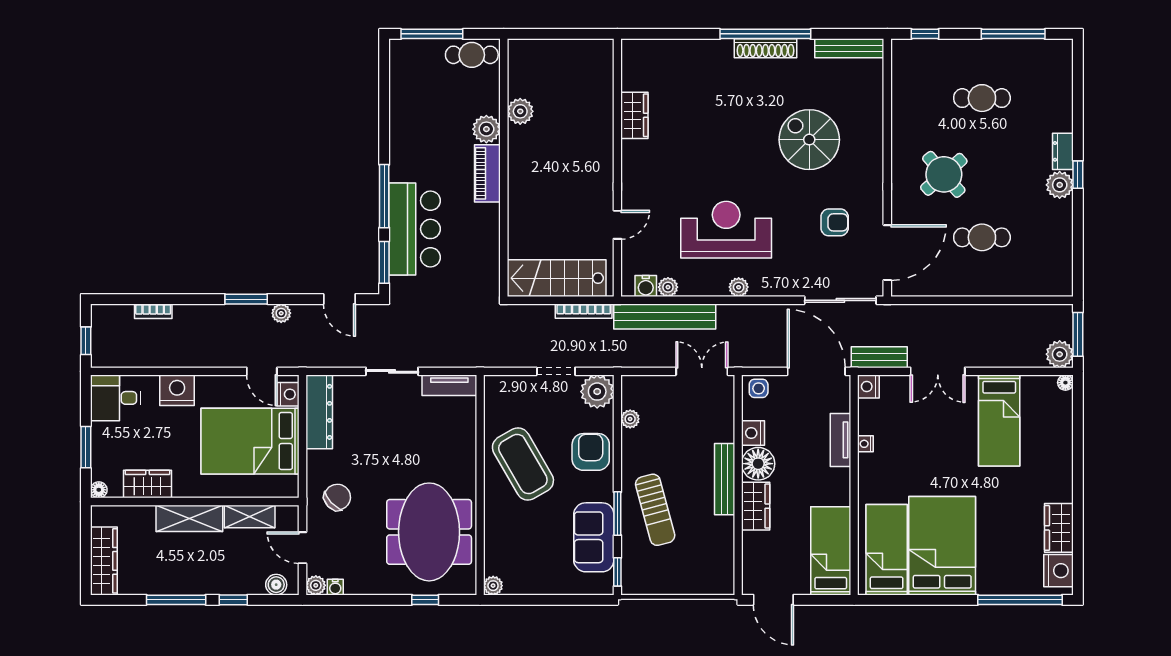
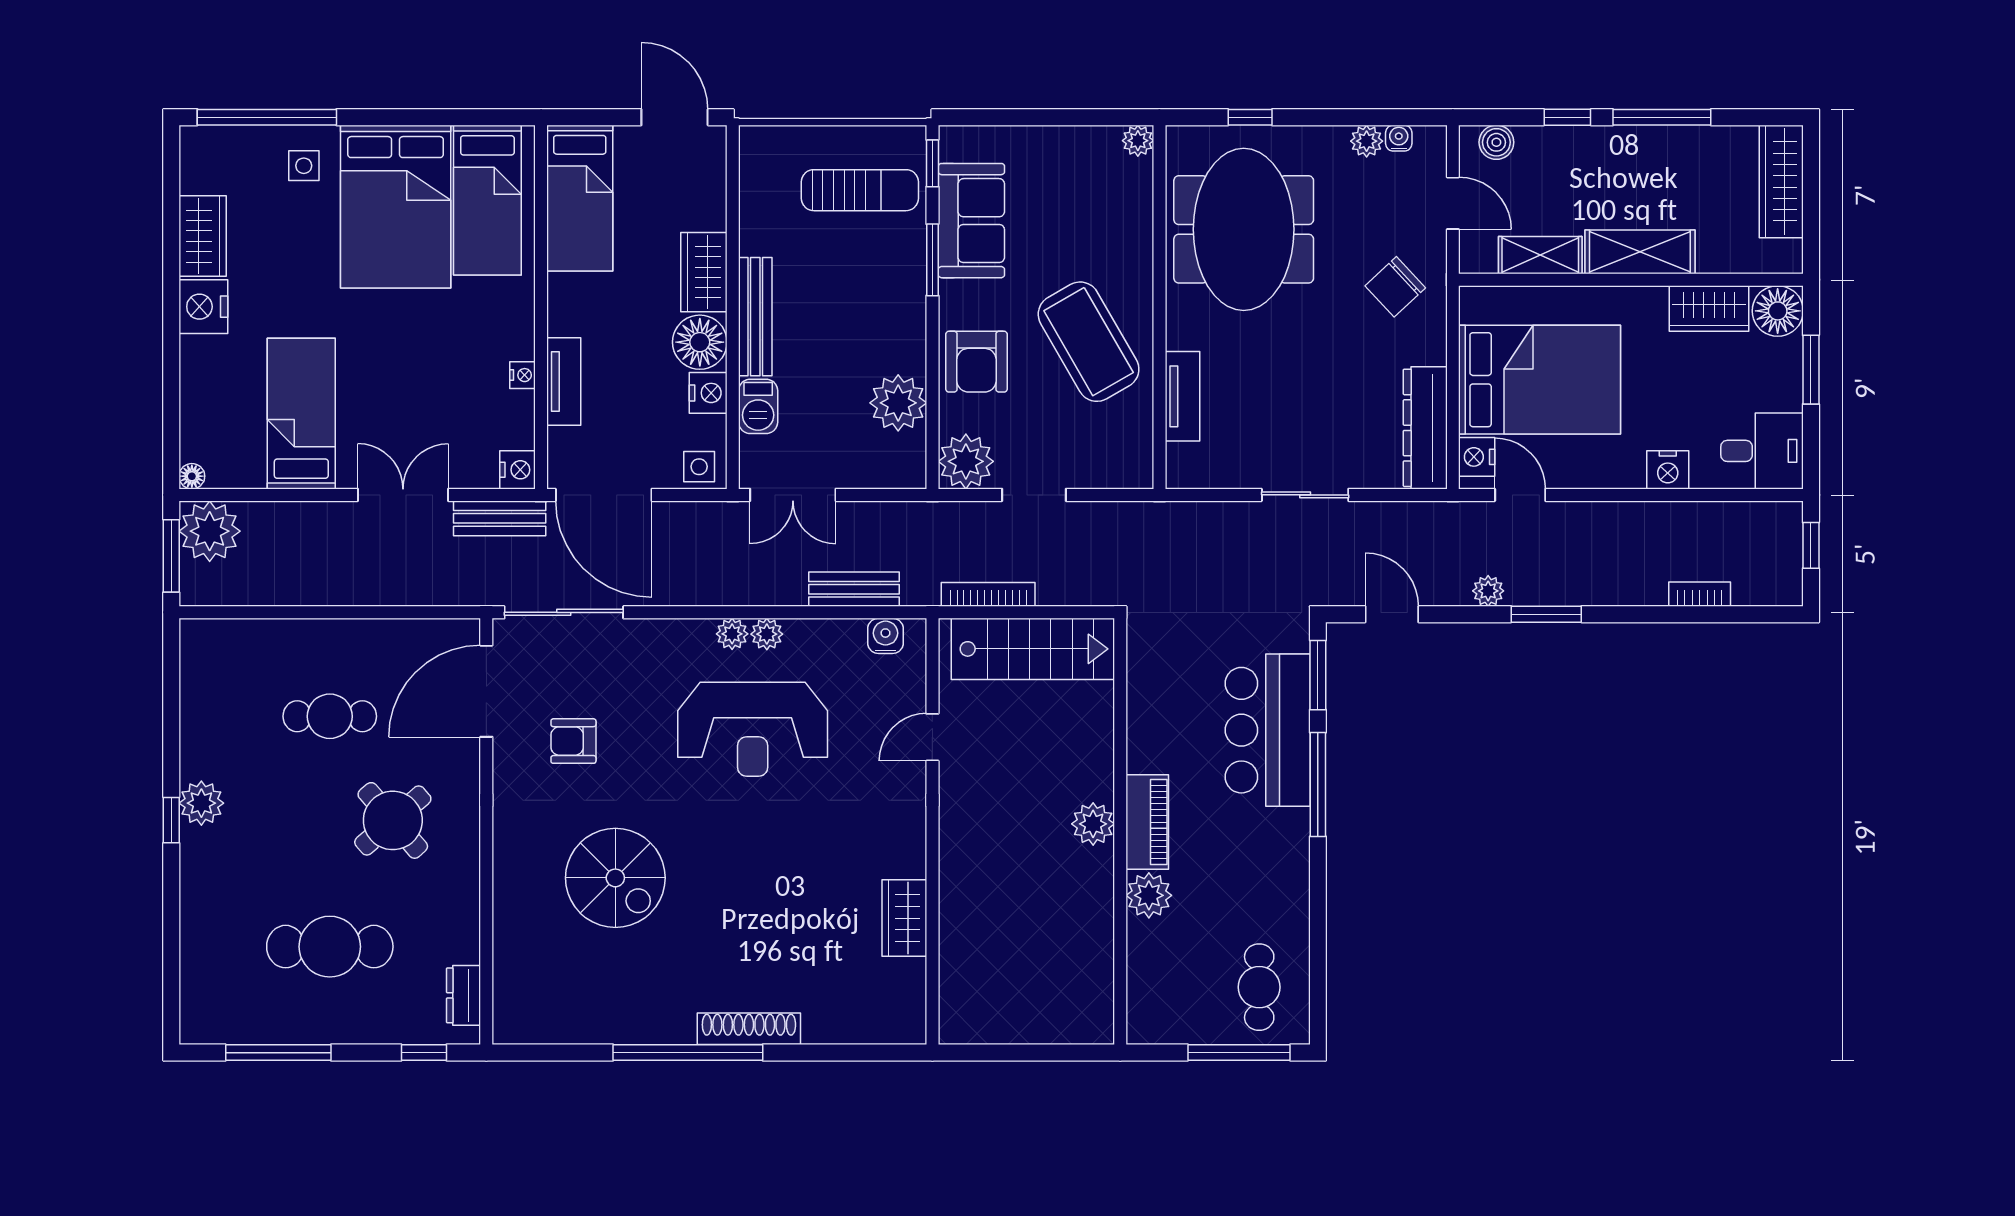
shoe rack: (766, 48) -> (749, 1029), moved
bench: (849, 48) -> (549, 1029), removed
cafe table: (472, 55) -> (1259, 987), moved, turned 90
cafe table: (982, 98) -> (330, 947), width x1.37, depth x1.35
plant: (520, 111) -> (1093, 824), moved
dresser: (1063, 151) -> (464, 995), moved, turned 180
plant: (668, 287) -> (767, 634), moved
bench: (665, 317) -> (854, 589), width x0.54, depth x0.82
plant: (1060, 354) -> (210, 531), width x1.36, depth x1.36
tv unit: (449, 385) -> (1182, 396), moved, turned 90
nightstand: (177, 390) -> (1668, 470), width x0.74, depth x0.75
plant: (630, 419) -> (898, 403), width x1.88, depth x1.88
barbecue: (723, 425) -> (758, 406), added
floor lamp: (99, 490) -> (1778, 311), width x1.89, depth x1.89
sun lounger: (655, 510) -> (860, 190), moved, turned 105
side table: (998, 570) -> (304, 166), added
nightstand: (1058, 571) -> (203, 307), moved
plant: (316, 585) -> (1367, 141), moved

